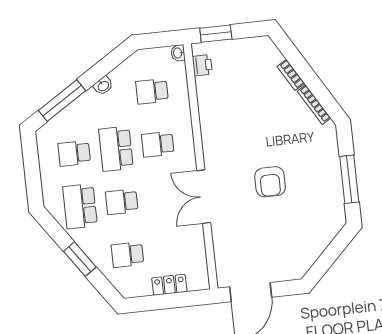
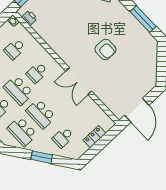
school desk: (122, 202) -> (41, 114), width x1.85

